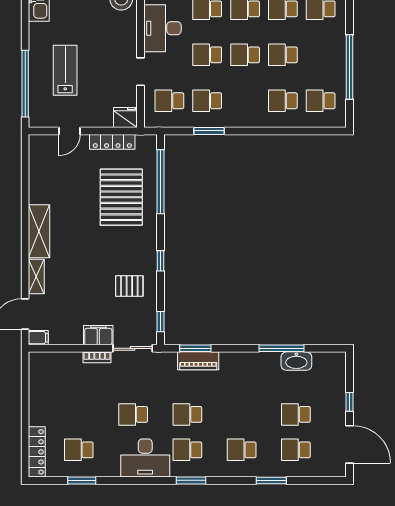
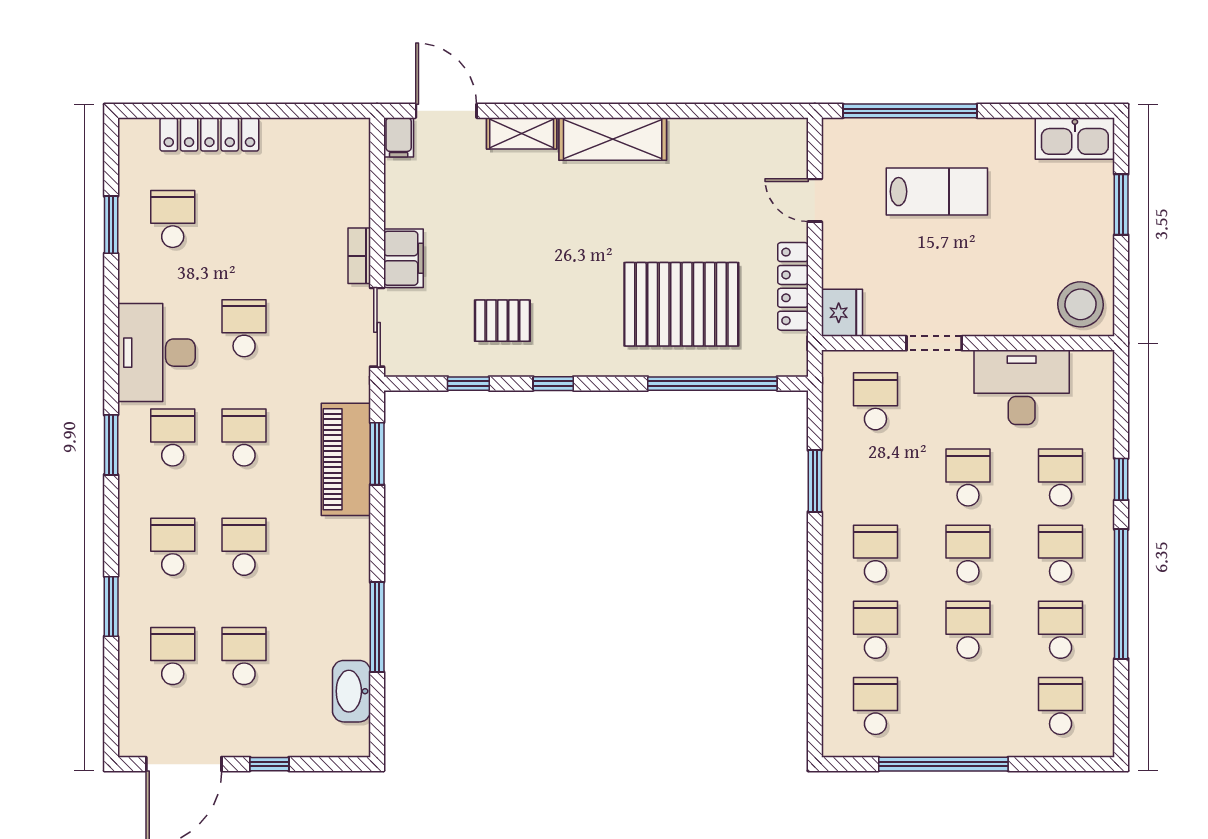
school desk: (207, 101) -> (875, 554), moved
pallet: (129, 286) -> (502, 321), turned 90
window: (161, 322) -> (468, 384), moved
piano: (198, 361) -> (346, 459), width x1.37, depth x1.33
washbasin: (296, 361) -> (351, 691), moved
school desk: (242, 414) -> (244, 547), added
locker: (37, 452) -> (209, 134), moved

